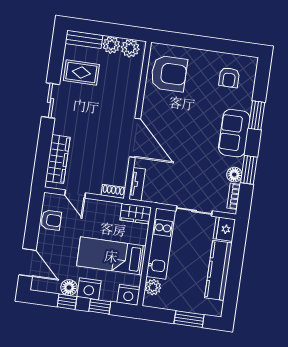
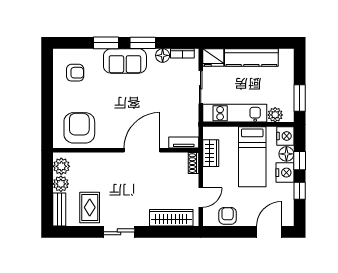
window: (249, 170) -> (143, 43), moved
wardrobe: (136, 214) -> (211, 153), moved
floor lamp: (69, 288) -> (286, 154), moved
window: (189, 319) -> (300, 98), moved

